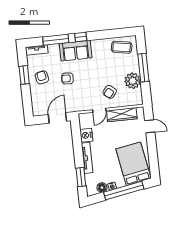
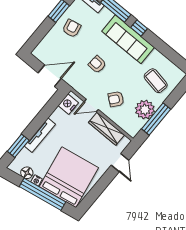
coffee table: (122, 47) -> (156, 81), moved
sofa: (76, 51) -> (128, 39), width x1.36
window: (143, 68) -> (156, 119), moved
armchair: (67, 78) -> (97, 64), moved
nightstand: (86, 135) -> (68, 104), moved
bed: (133, 164) -> (69, 177), width x1.36

